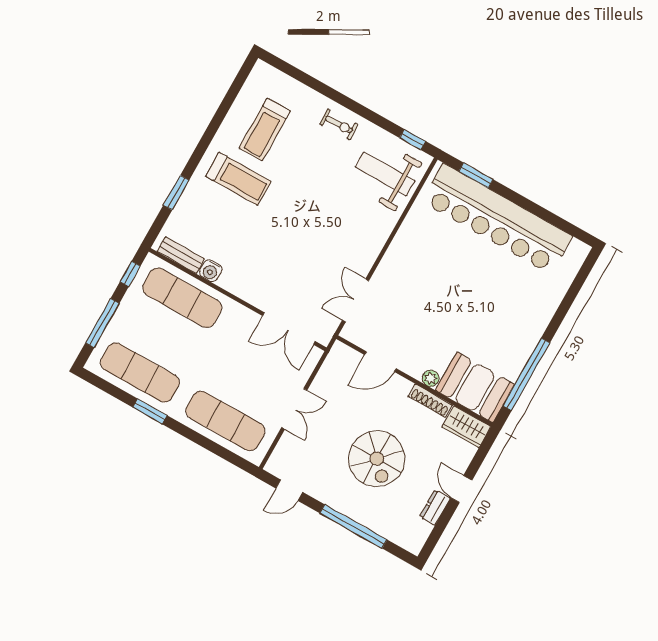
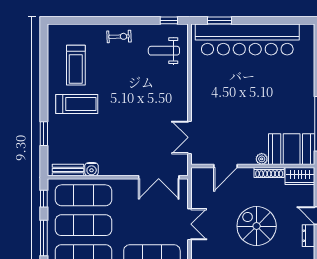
weight bench: (385, 174) -> (164, 51), width x0.73, depth x0.75
exercise mat: (161, 335) -> (84, 225), added
spiral stairs: (377, 459) -> (257, 226), turned 180

